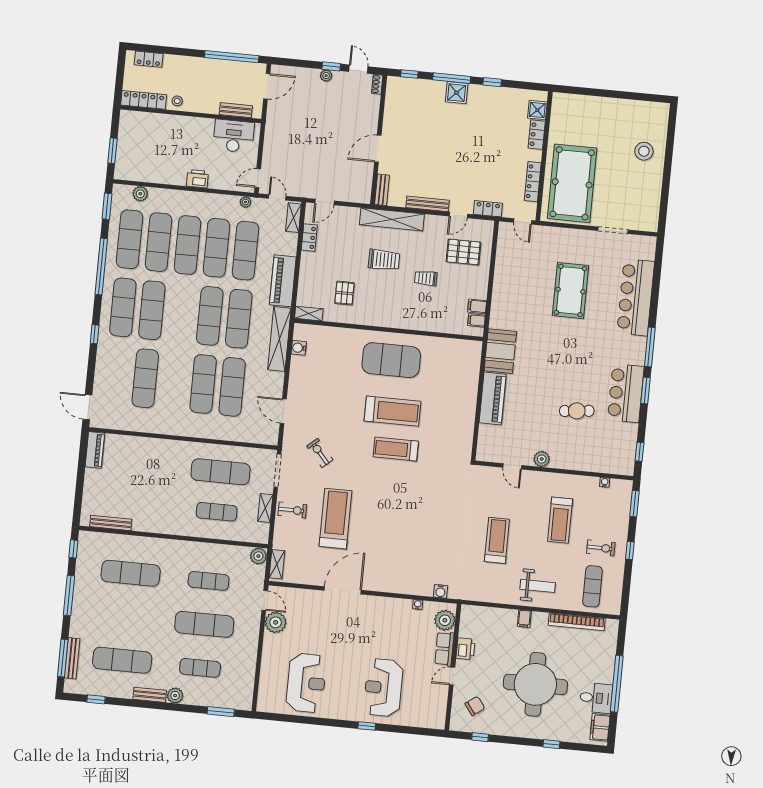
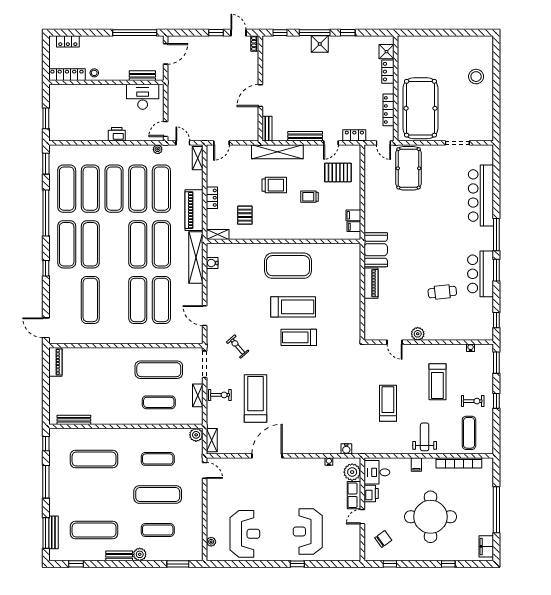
plant: (326, 76) -> (213, 41), removed
plant: (140, 194) -> (72, 151), removed
locker: (309, 238) -> (212, 198), moved
pool table: (571, 291) -> (409, 168), moved
piano: (493, 399) -> (371, 283), width x0.73, depth x0.75
weight bench: (538, 586) -> (425, 437), turned -90
plant: (276, 622) -> (211, 542), moved, width x0.53, depth x0.53
desk: (596, 698) -> (377, 472), moved, turned 180

